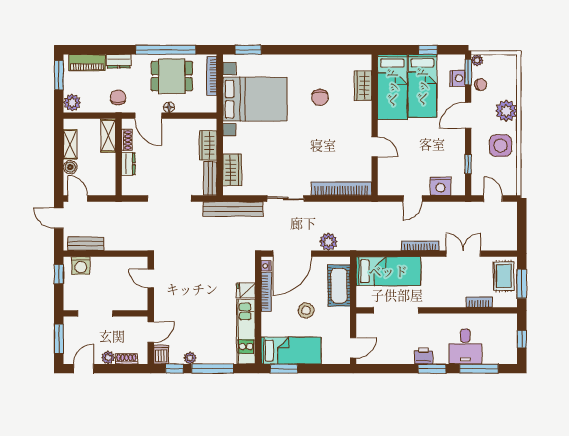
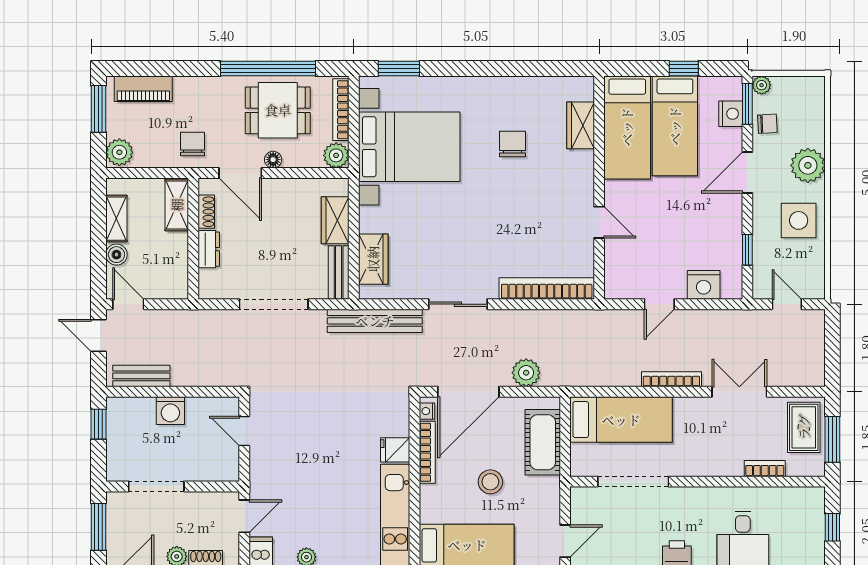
dresser: (119, 61) -> (193, 87), removed
chair: (320, 97) -> (512, 144), turned 180
plant: (209, 105) -> (336, 155), added
washing machine: (81, 266) -> (170, 411), moved

